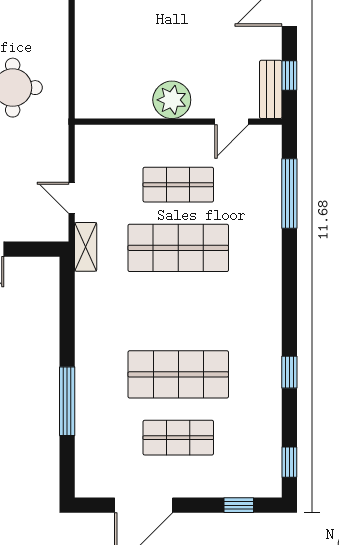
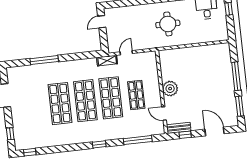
window: (289, 372) -> (99, 144), moved
shop shelf: (178, 438) -> (85, 101), moved, width x1.43, depth x1.36

